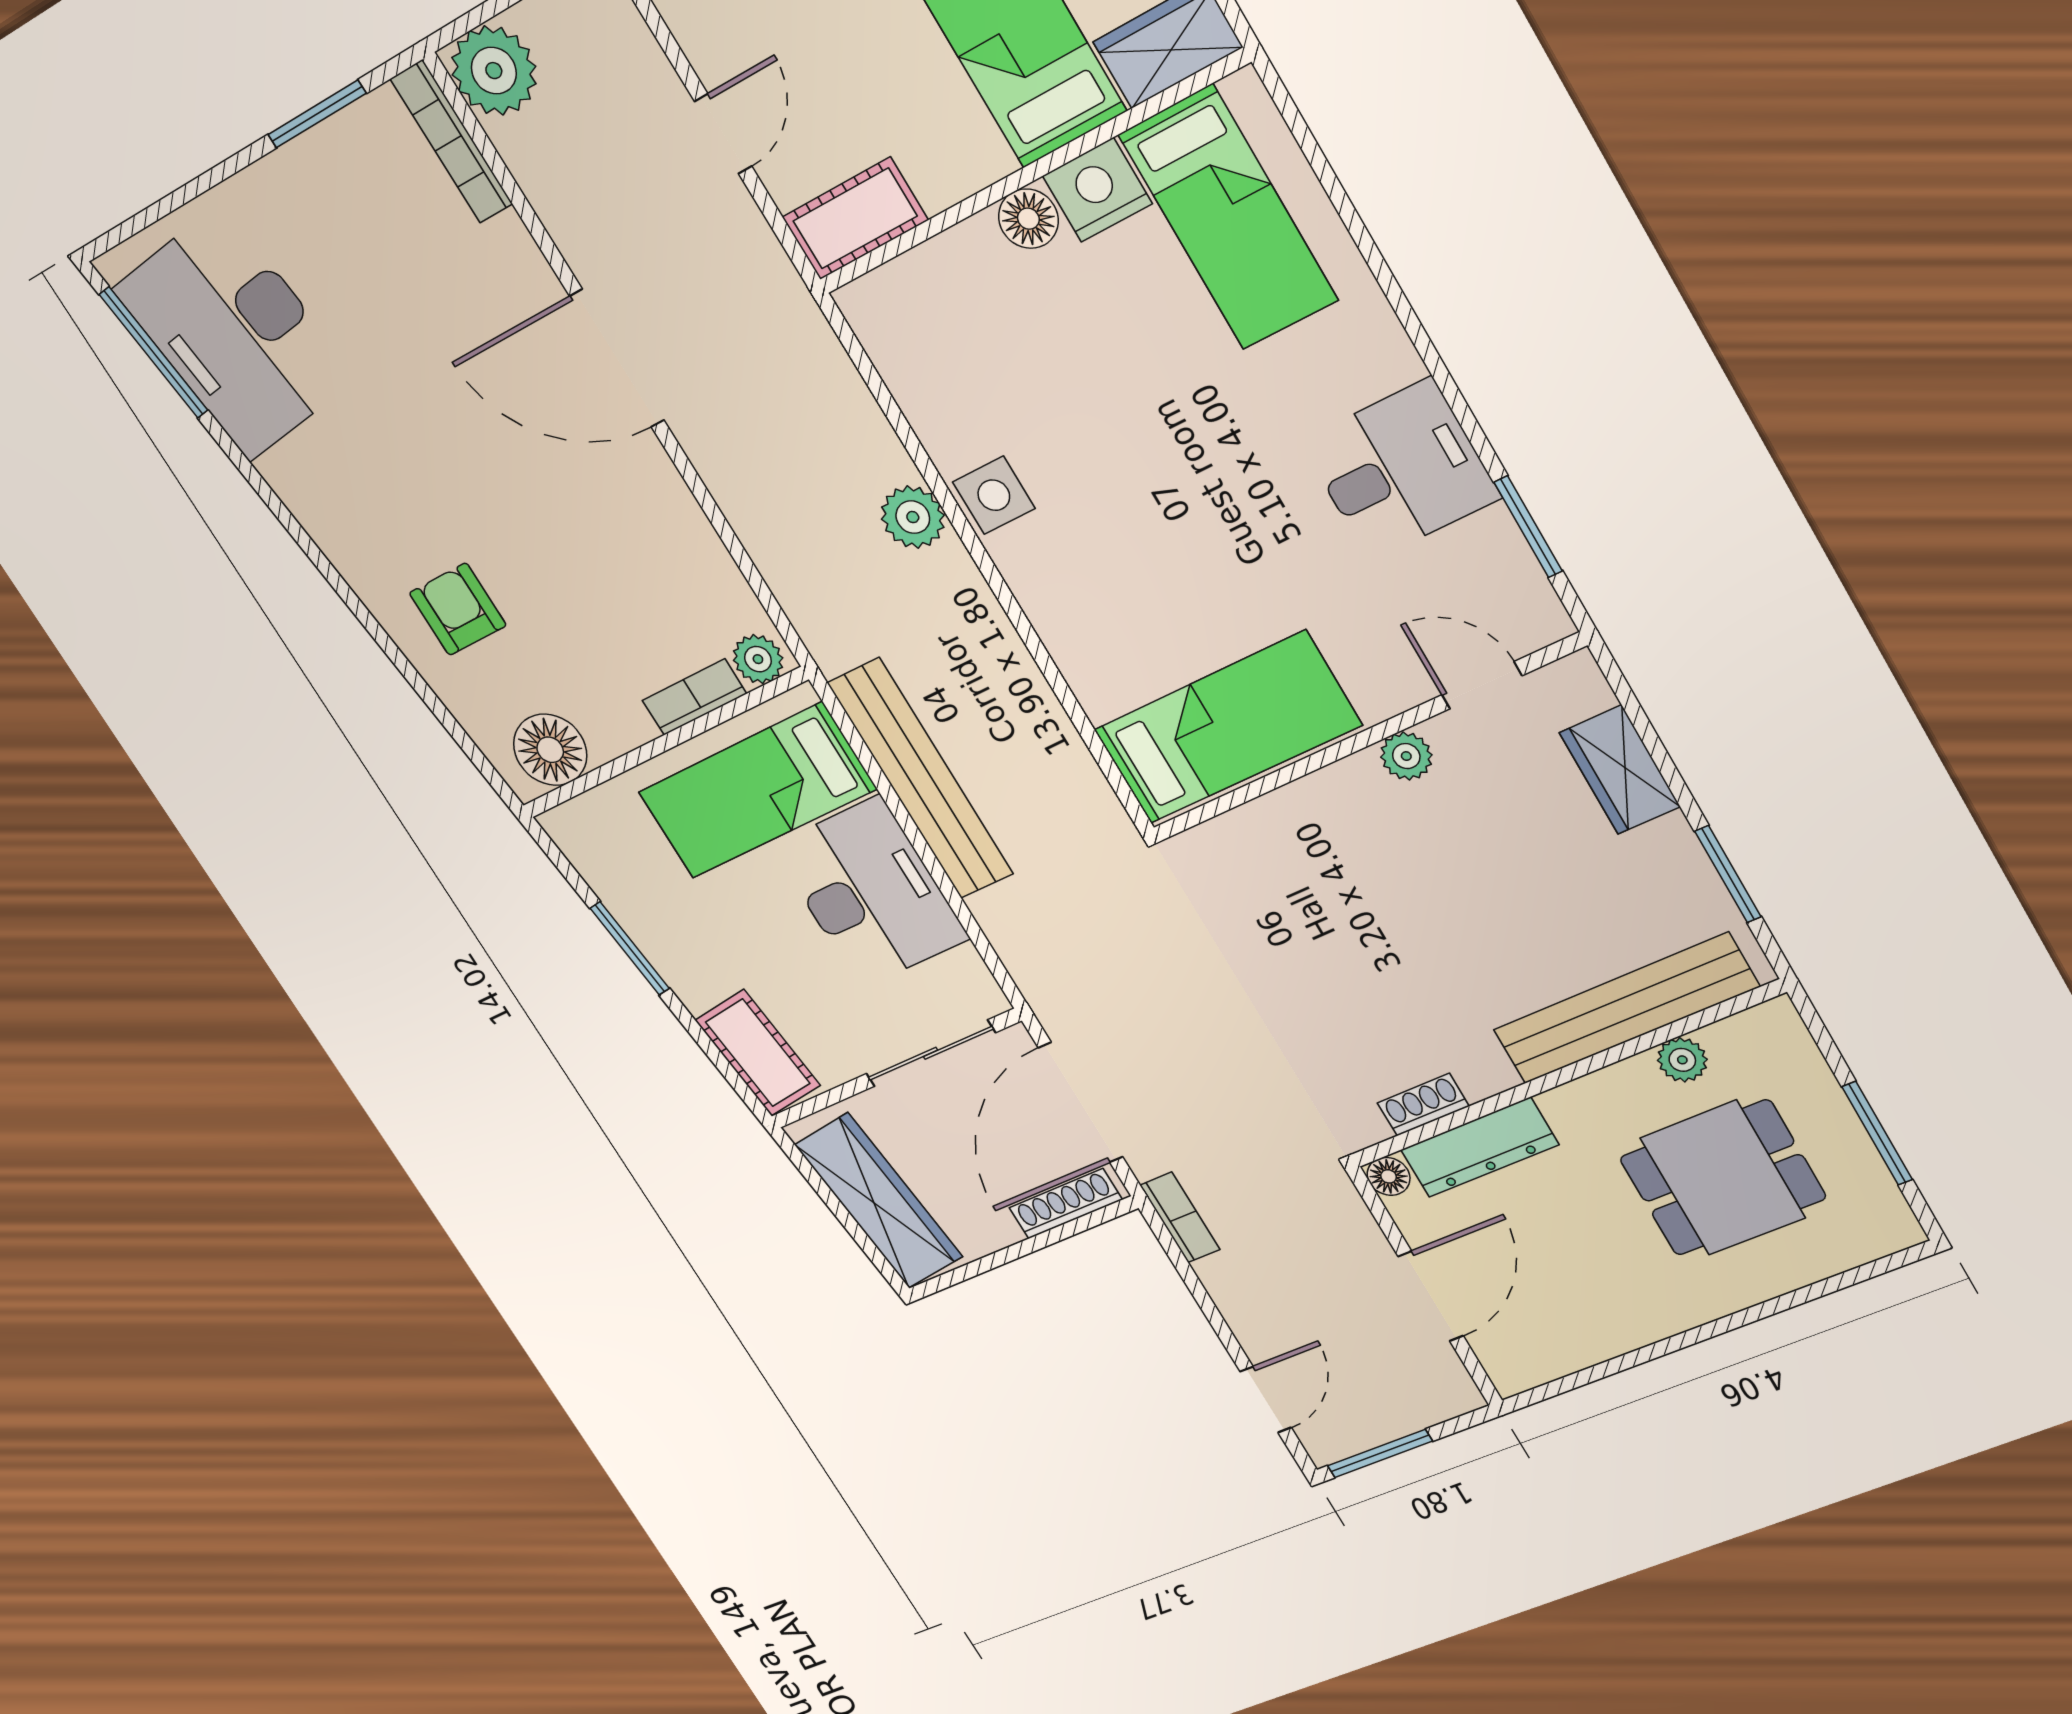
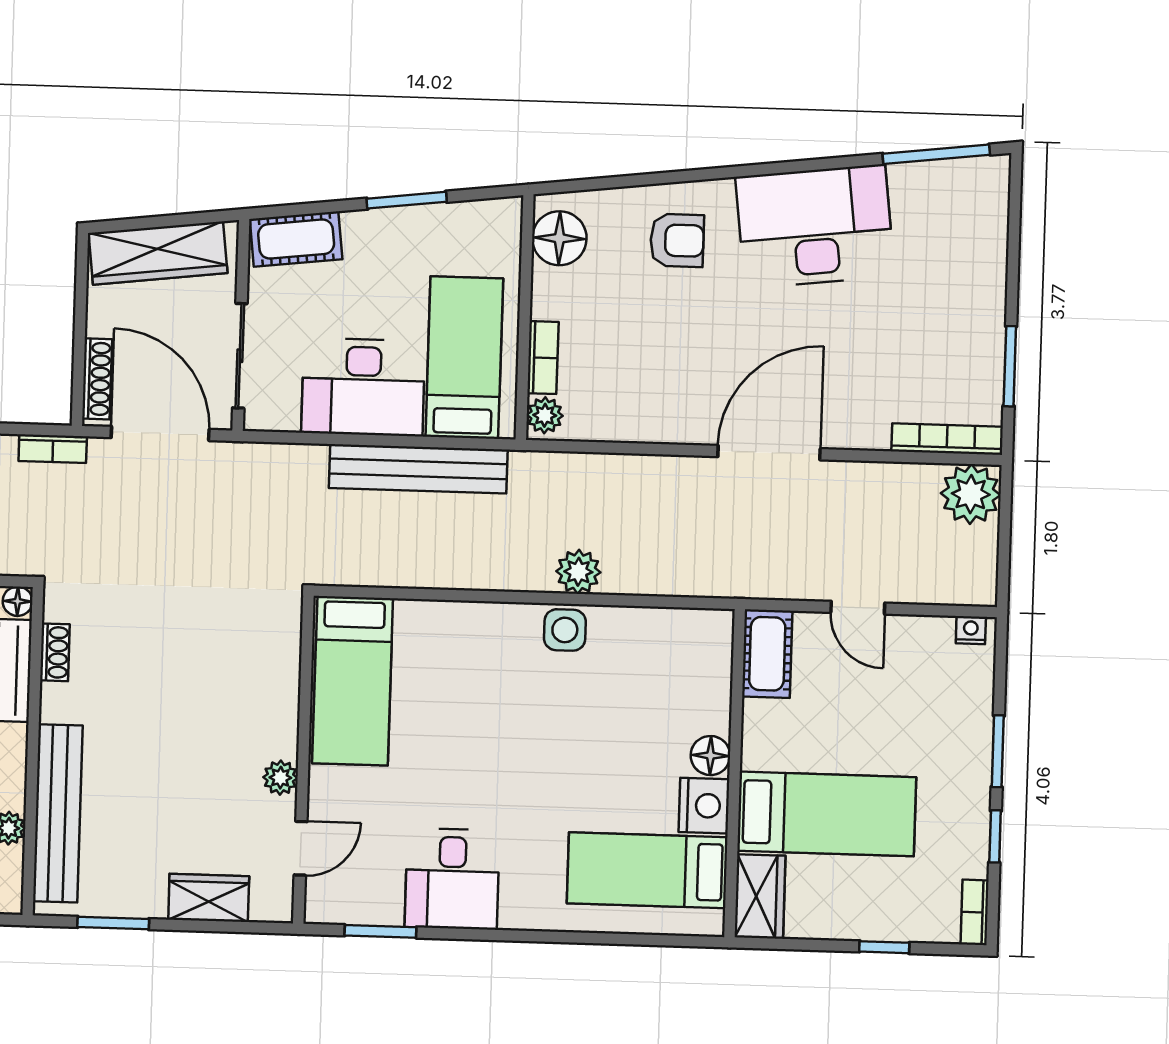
desk: (235, 333) -> (815, 226), moved

